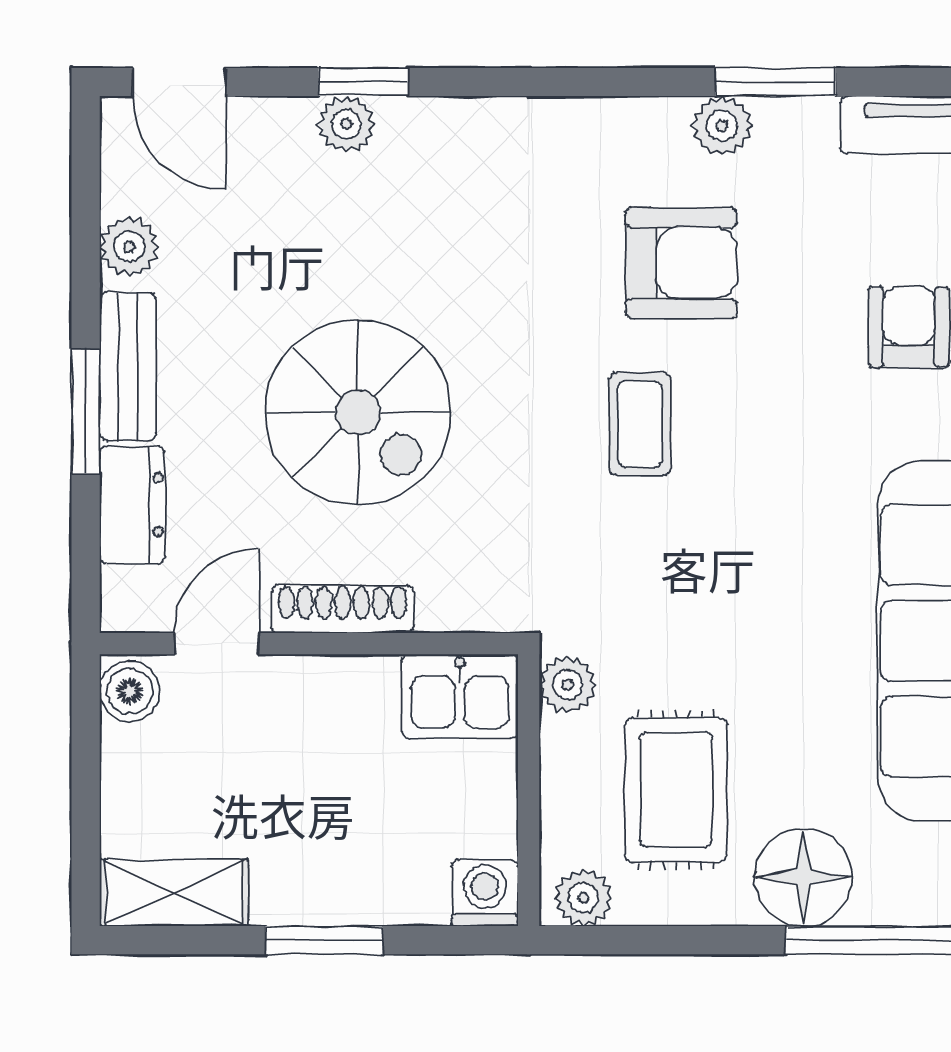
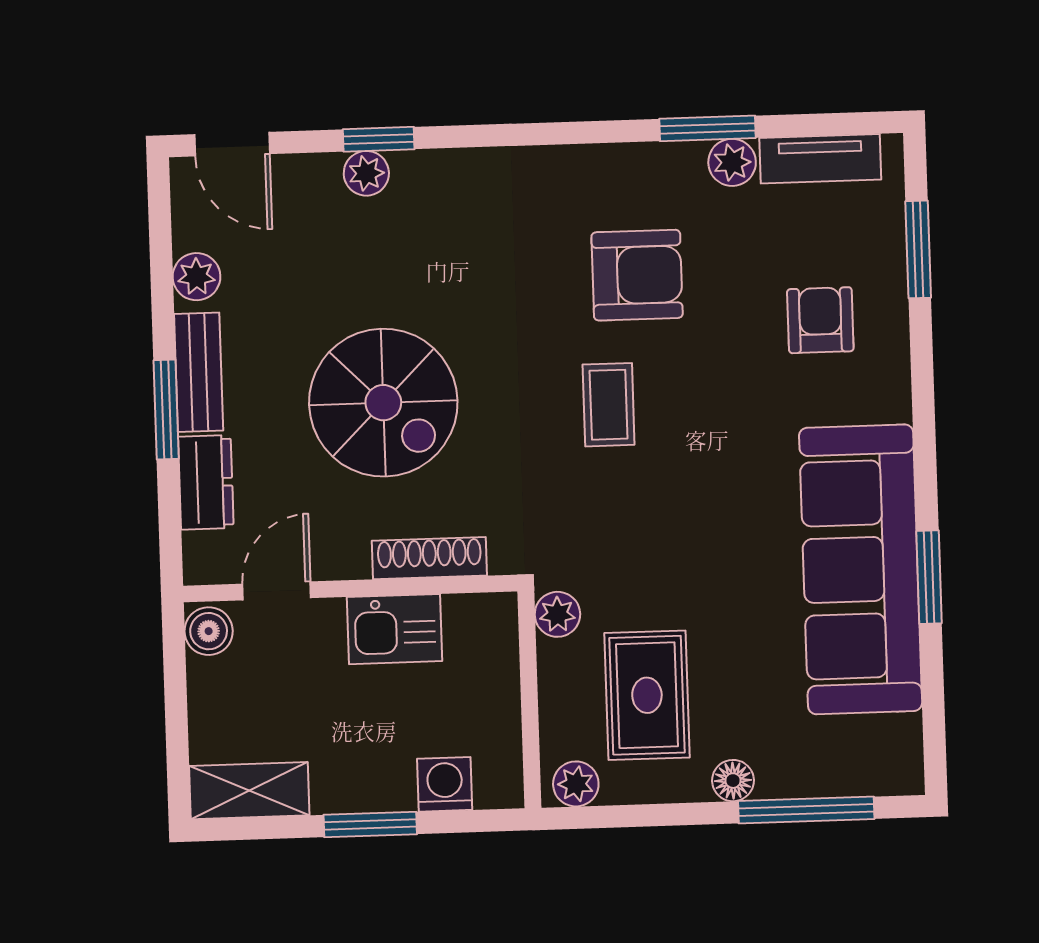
plant: (722, 126) -> (732, 162), moved
shoe rack: (343, 609) -> (429, 558), moved
kitchen sink: (460, 696) -> (394, 629), moved
floor lamp: (803, 877) -> (733, 781), width x0.53, depth x0.53
washing machine: (485, 893) -> (445, 784), moved

